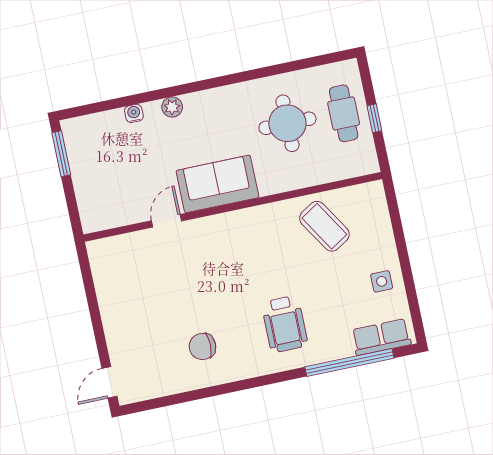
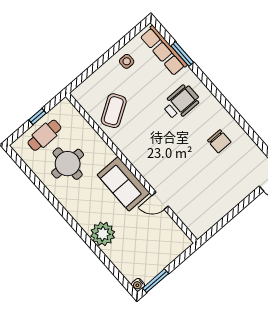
plant: (172, 107) -> (103, 234), width x1.88, depth x1.88
water cooler: (134, 113) -> (138, 285), moved
row of seats: (381, 337) -> (164, 51), width x1.48
window: (349, 362) -> (182, 54), width x0.47

